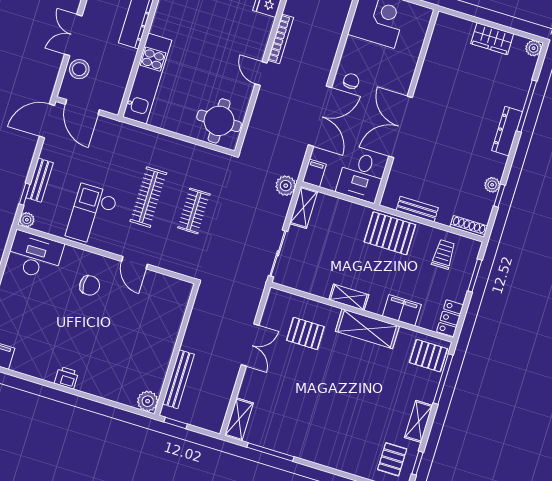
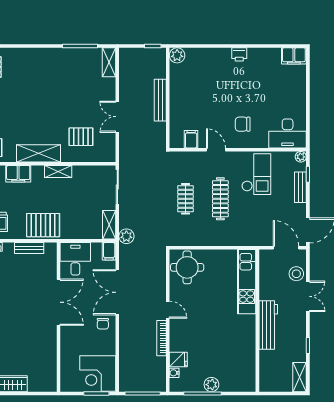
filing cabinet: (163, 286) -> (191, 139), added
bench: (178, 379) -> (160, 100), moved

